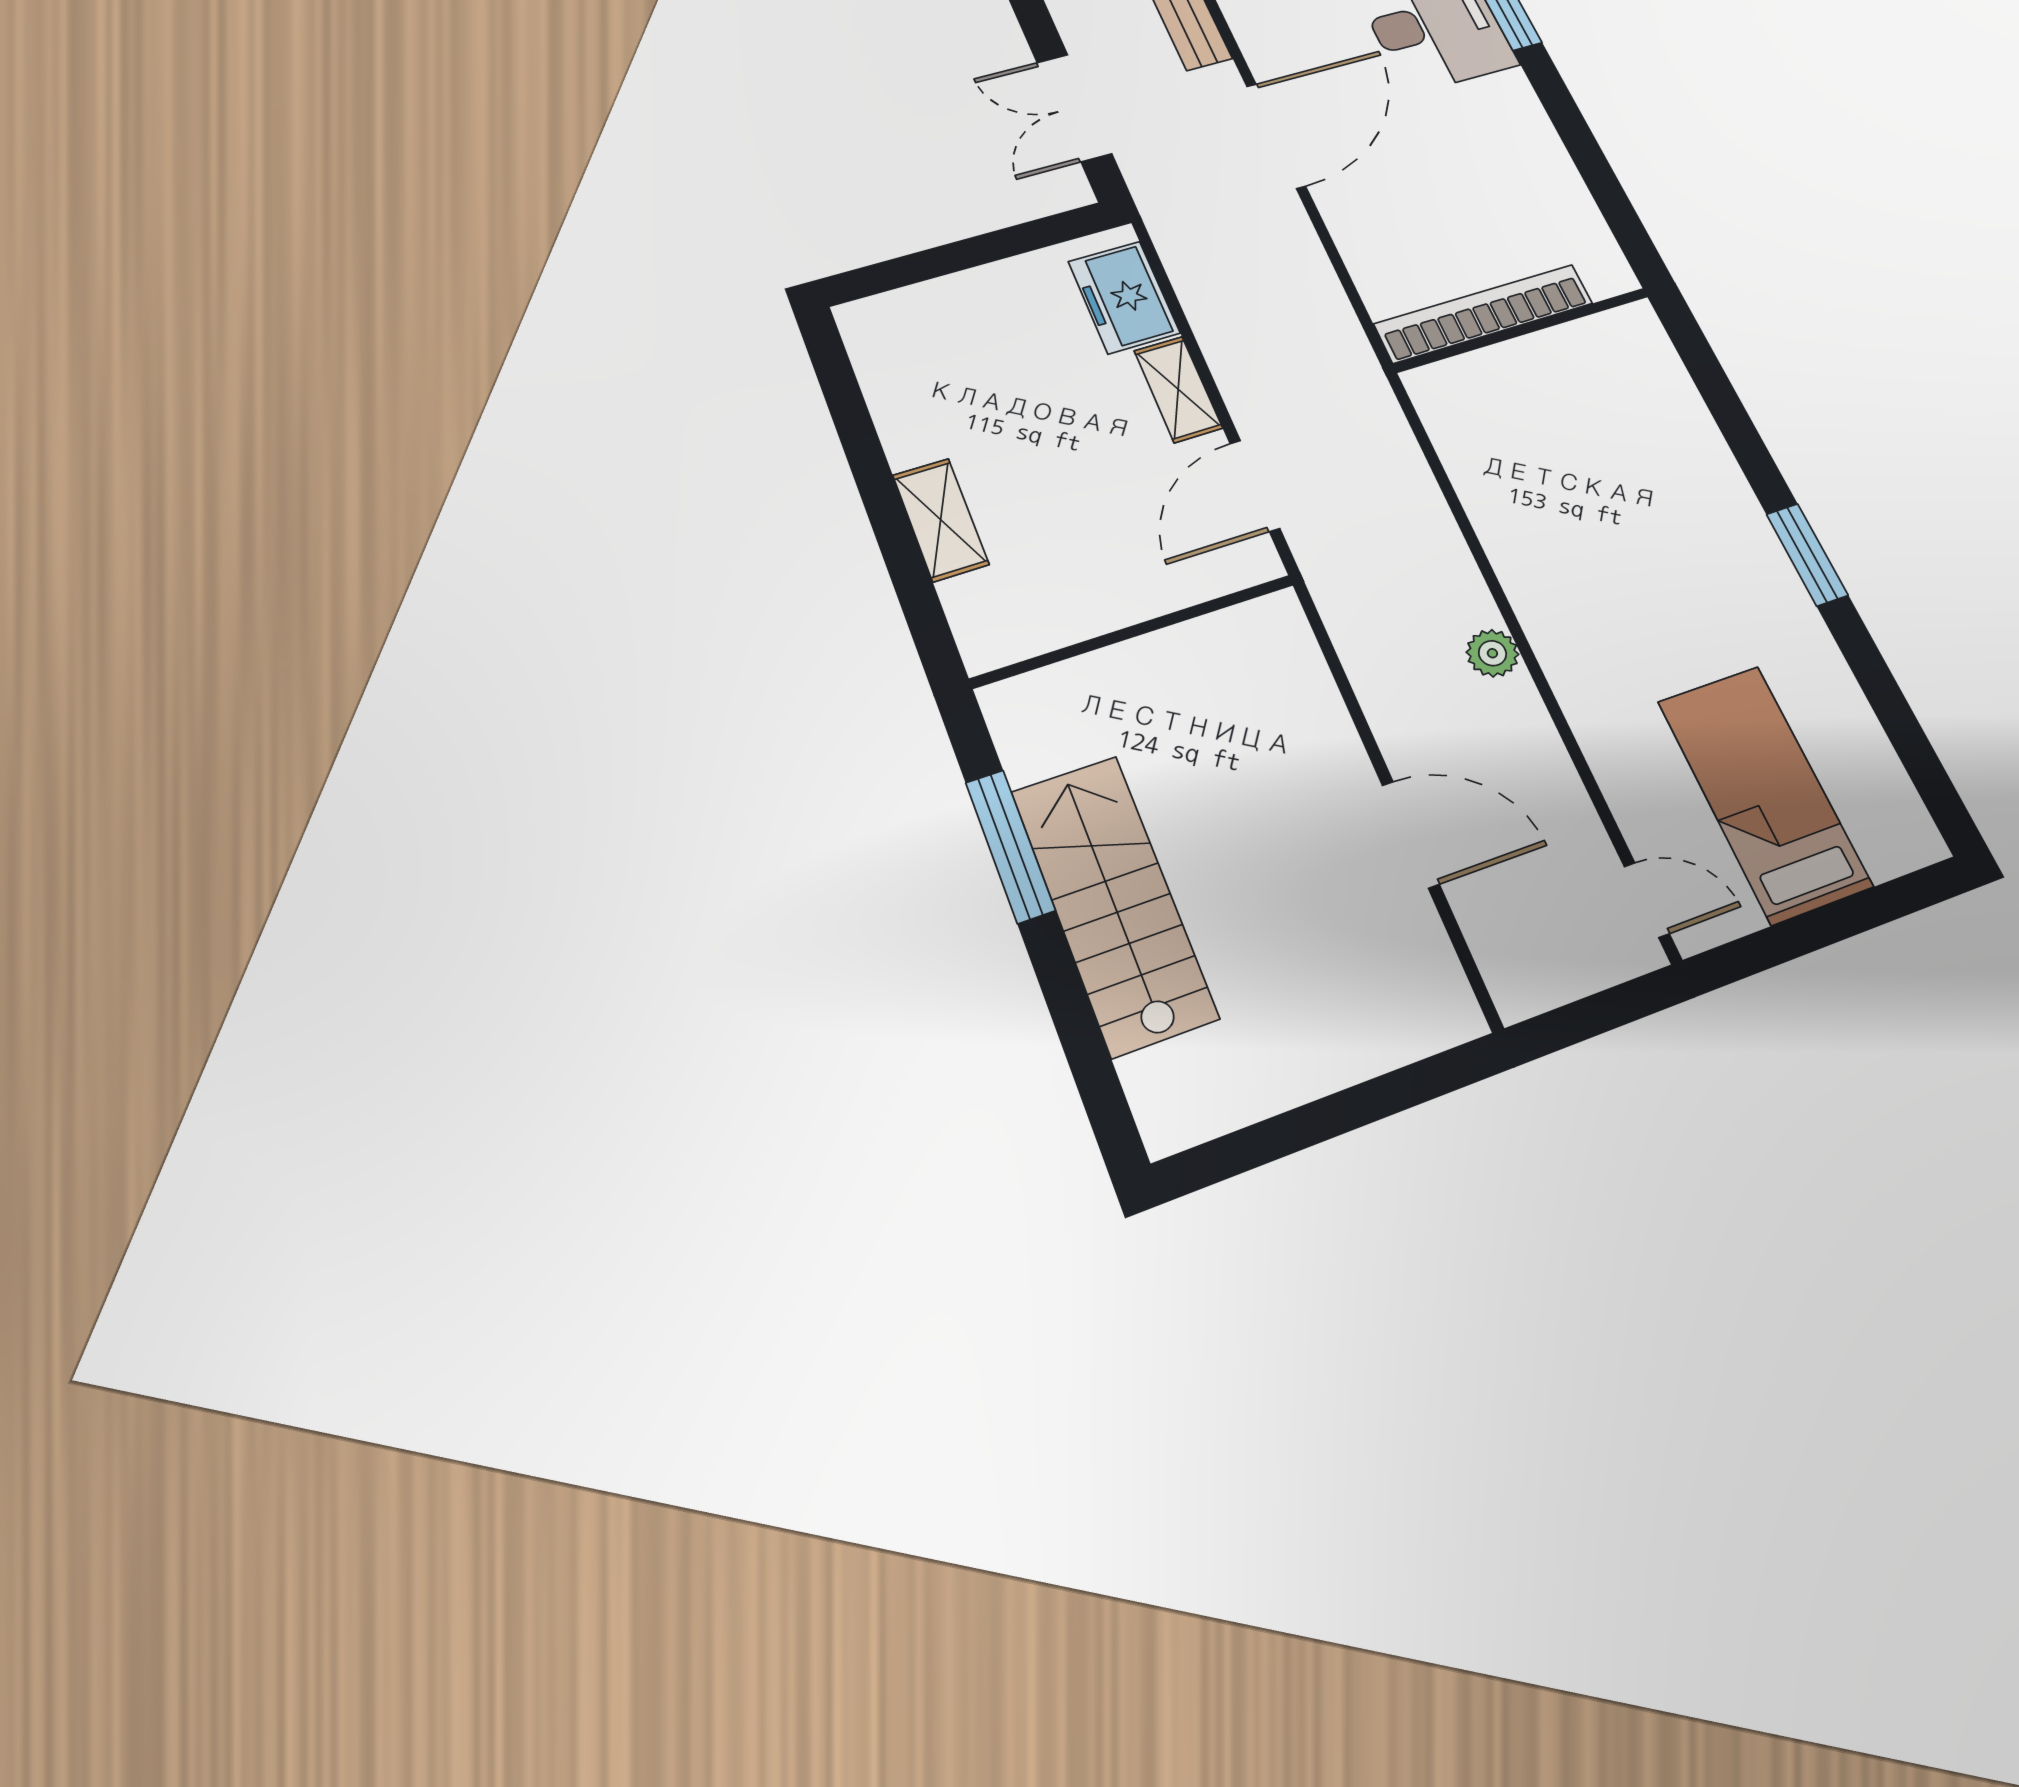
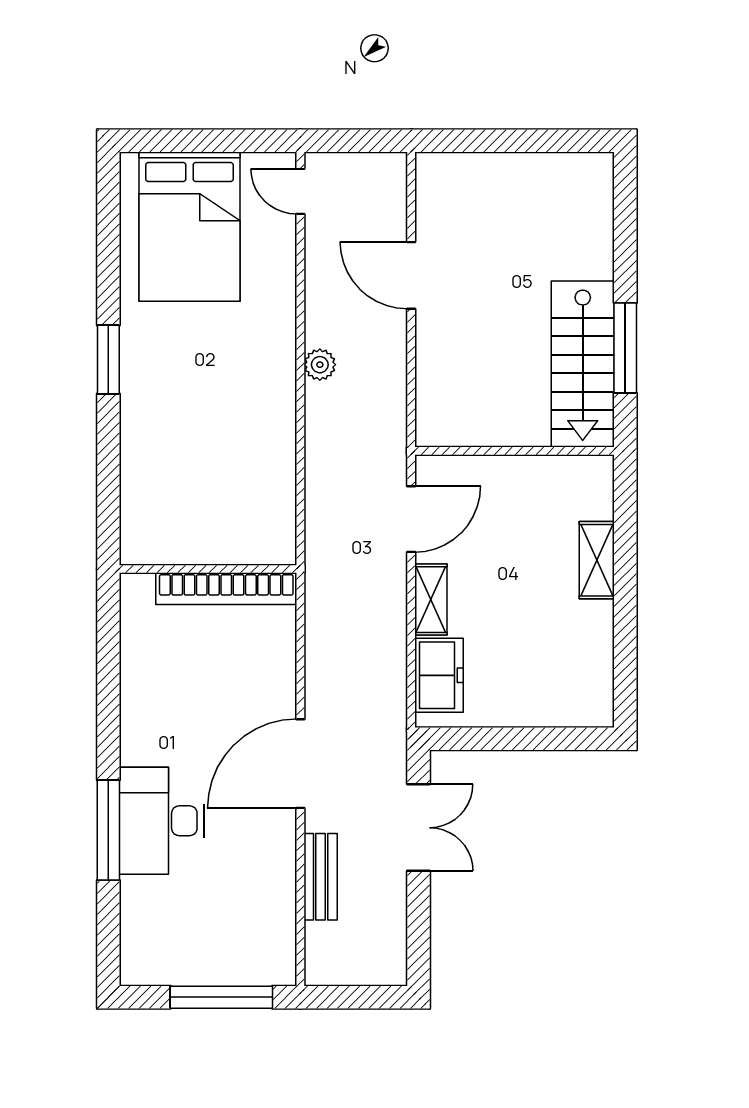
bed: (1764, 793) -> (189, 227), width x1.50
stairs: (1114, 903) -> (583, 364), moved

